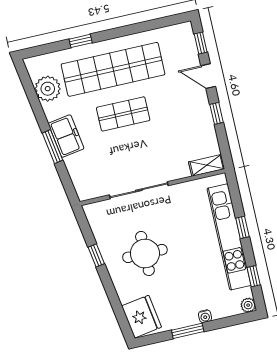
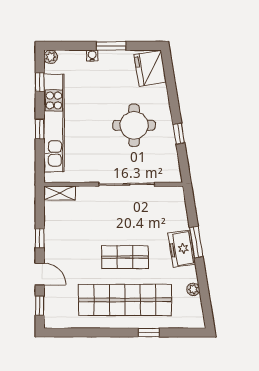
plant: (48, 89) -> (193, 289), width x0.53, depth x0.53

